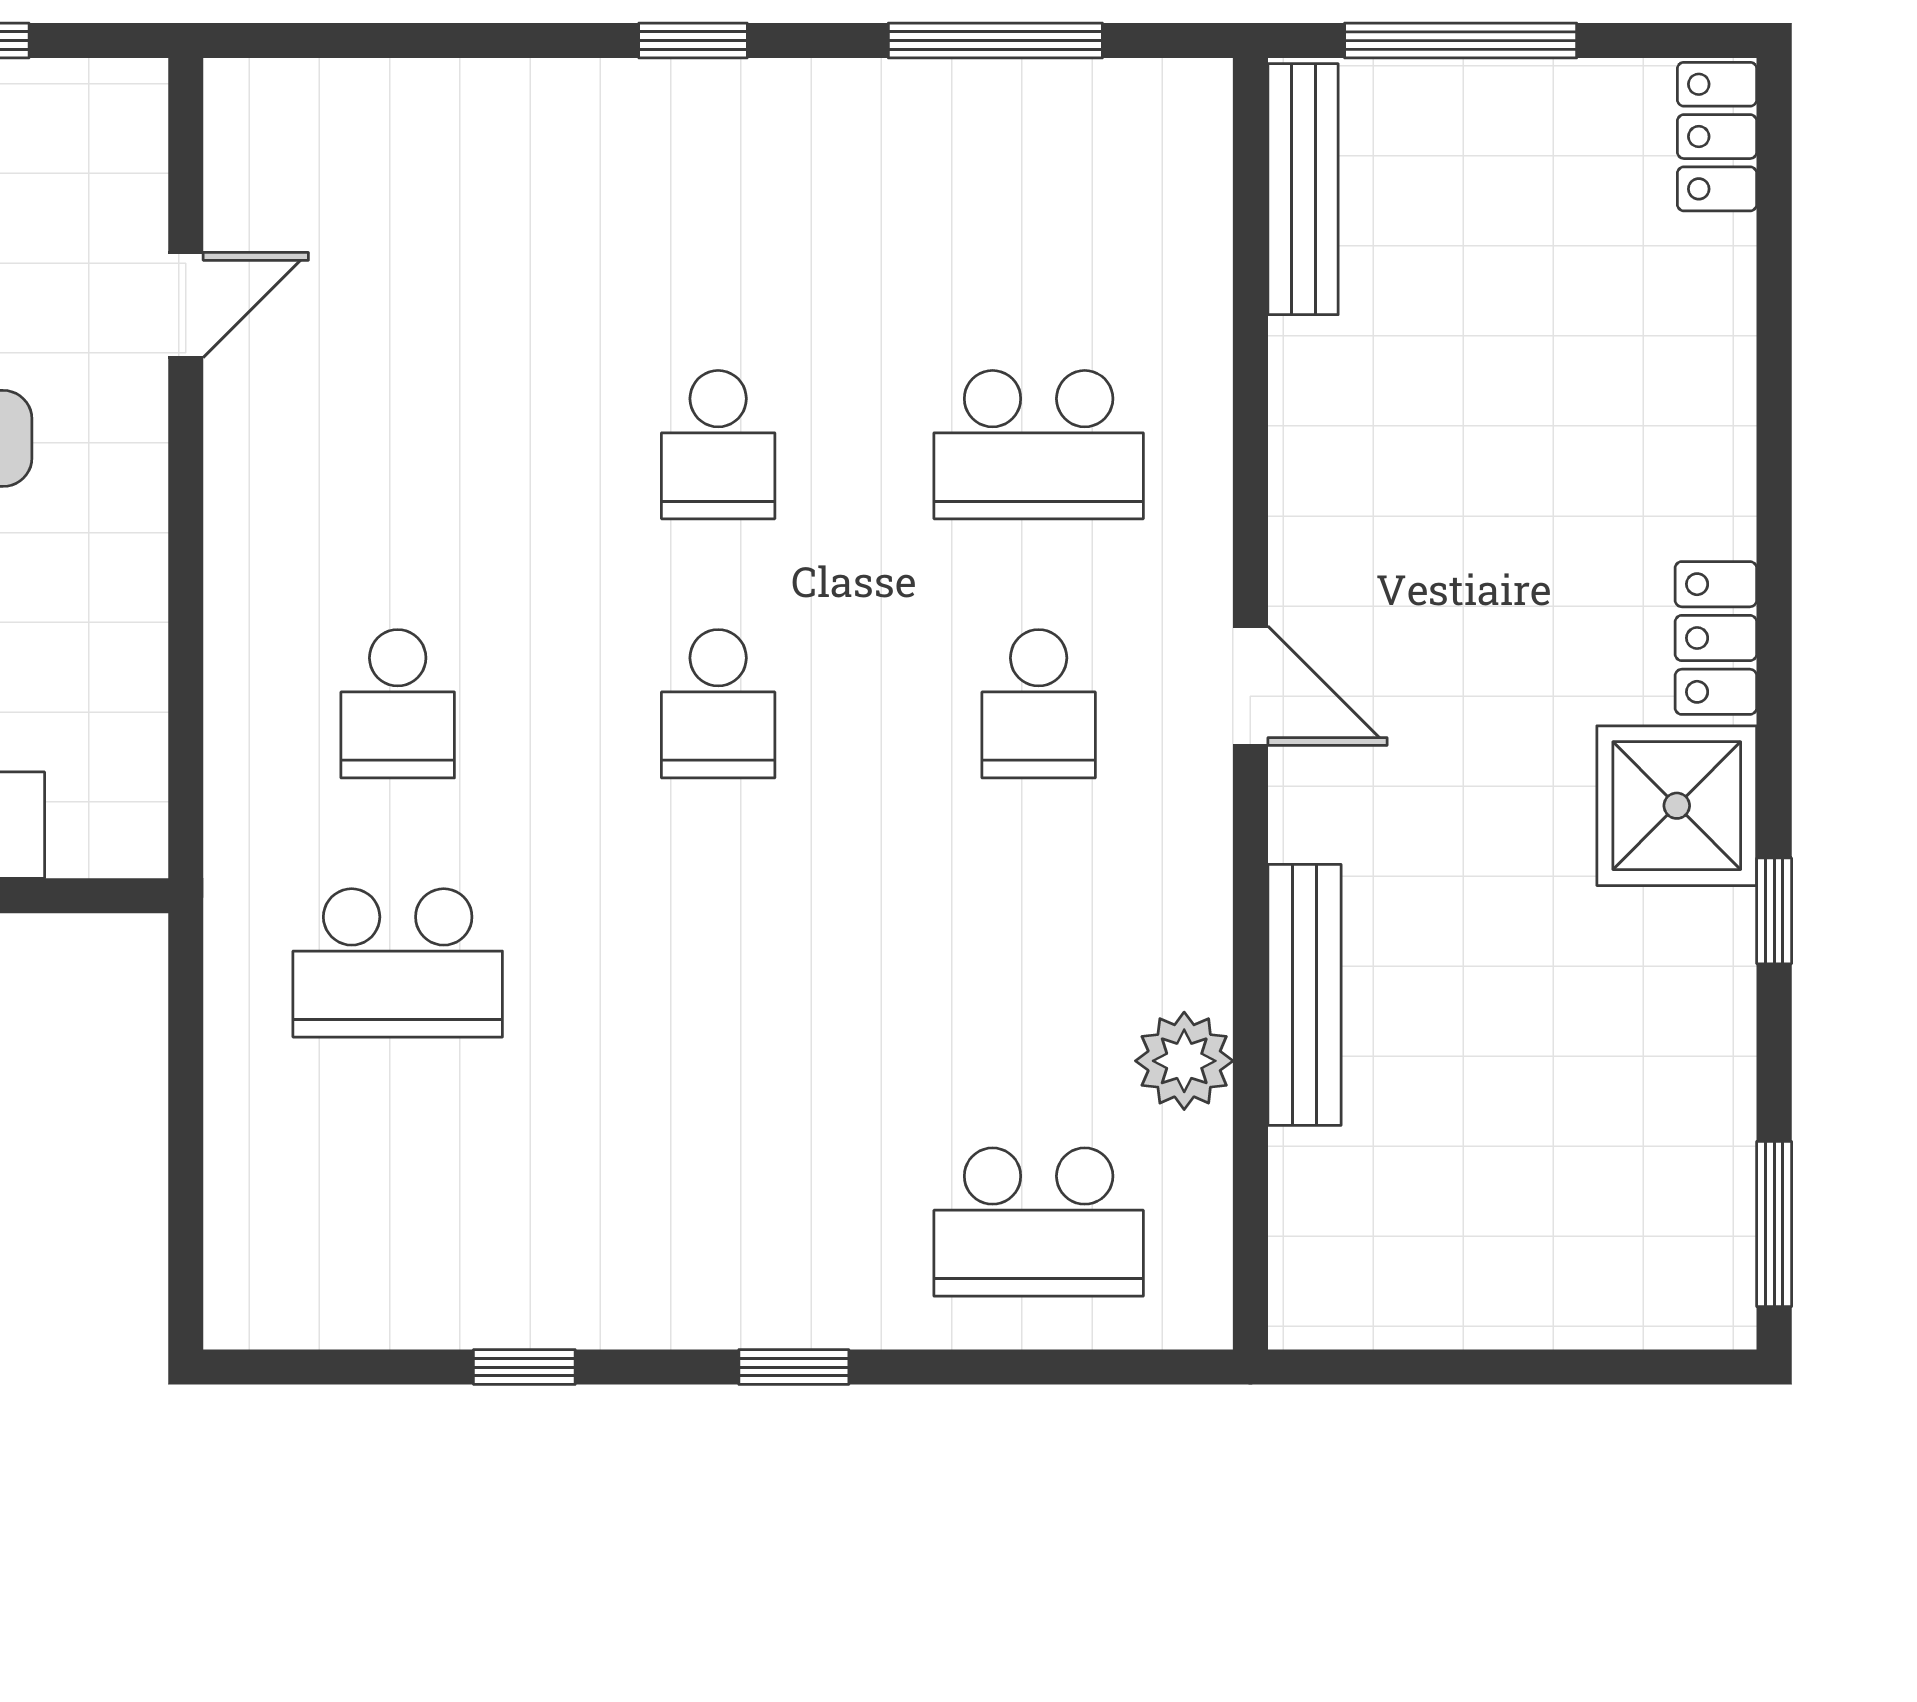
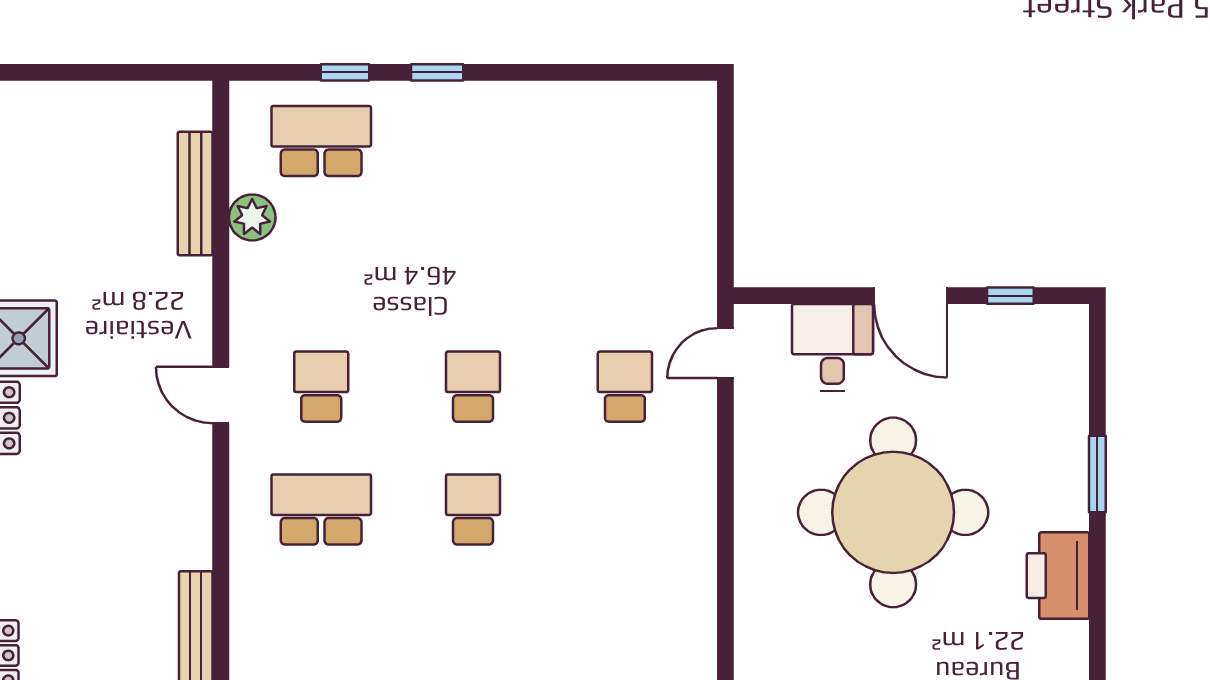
door: (186, 305) -> (725, 353), moved
school desk: (398, 963) -> (625, 264), removed
bench: (1304, 995) -> (195, 193), moved
window: (524, 1367) -> (345, 72), moved

